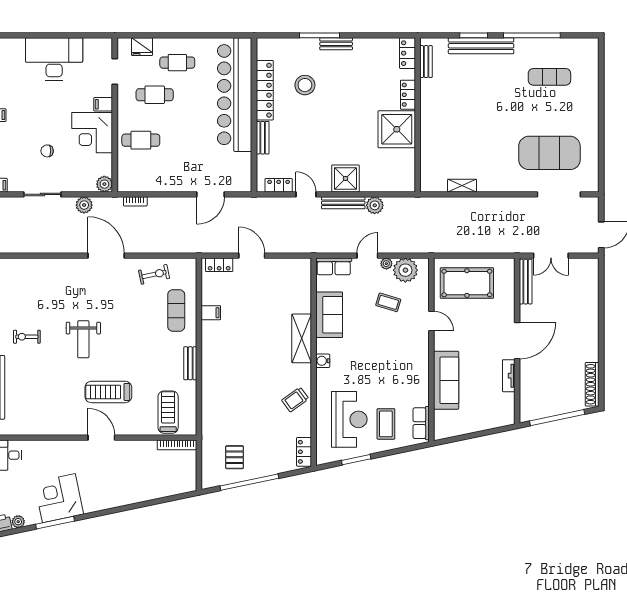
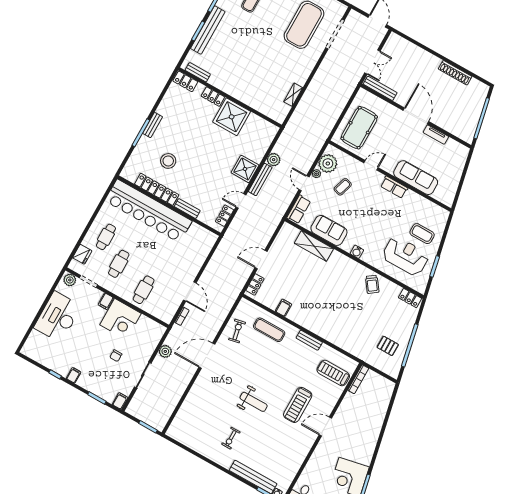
plant: (104, 184) -> (70, 280), moved
door: (211, 194) -> (190, 292), moved
shelving: (302, 338) -> (314, 246), moved
shoe rack: (592, 384) -> (455, 73), moved
row of seats: (421, 423) -> (394, 187), moved

